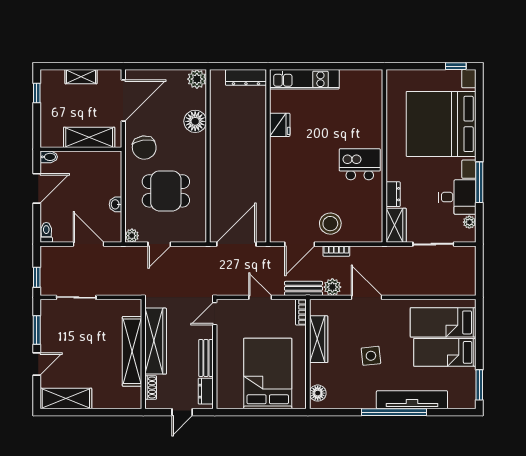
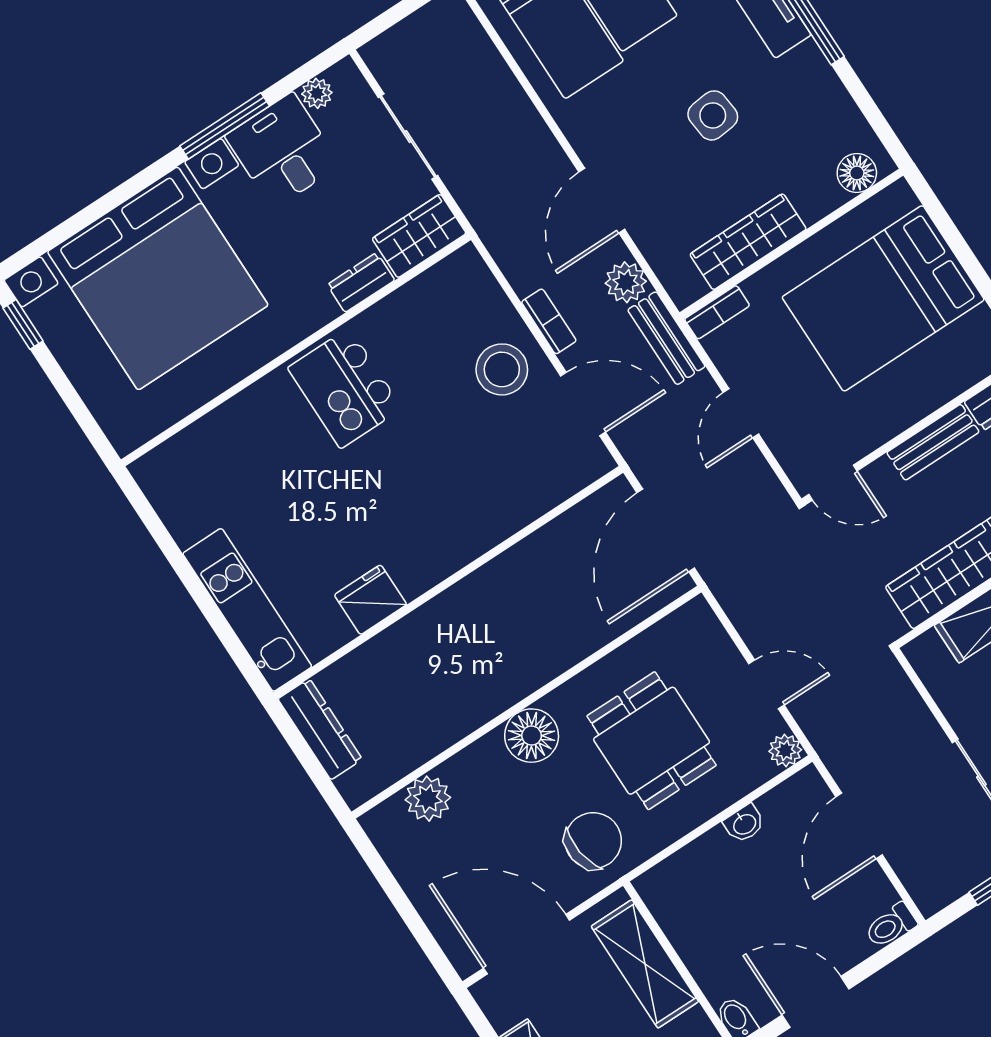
plant: (197, 79) -> (428, 799), moved
floor lamp: (195, 121) -> (532, 736), moved
door: (236, 244) -> (666, 530), hinge flipped

